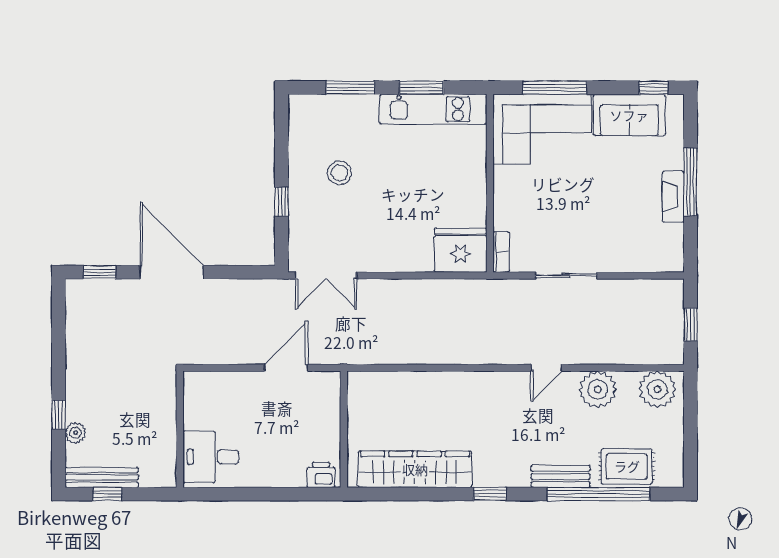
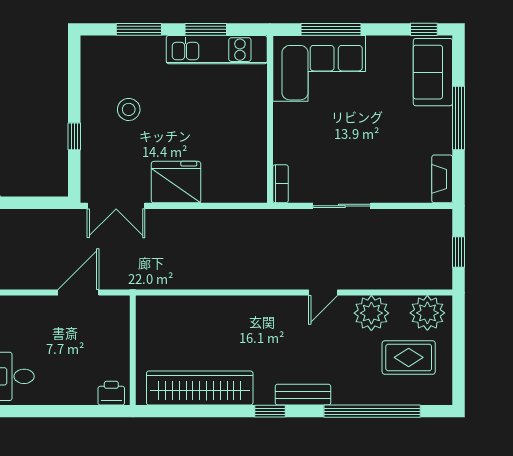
sofa: (629, 115) -> (433, 72), moved, turned 90
fireplace: (673, 197) -> (442, 179), moved
fridge: (461, 250) -> (176, 182), moved
rug: (627, 466) -> (409, 357), moved
bench: (561, 476) -> (303, 395), moved

